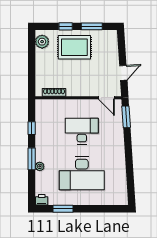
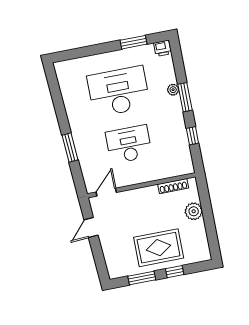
plant: (42, 42) -> (194, 211), moved
door: (106, 98) -> (106, 192), hinge flipped
window: (126, 117) -> (70, 147), moved
desk: (82, 131) -> (129, 144), turned 180

